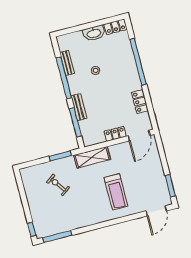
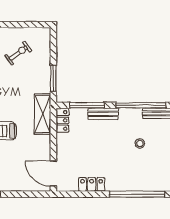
locker: (115, 134) -> (62, 120), moved
exercise bike: (58, 185) -> (18, 53), moved

